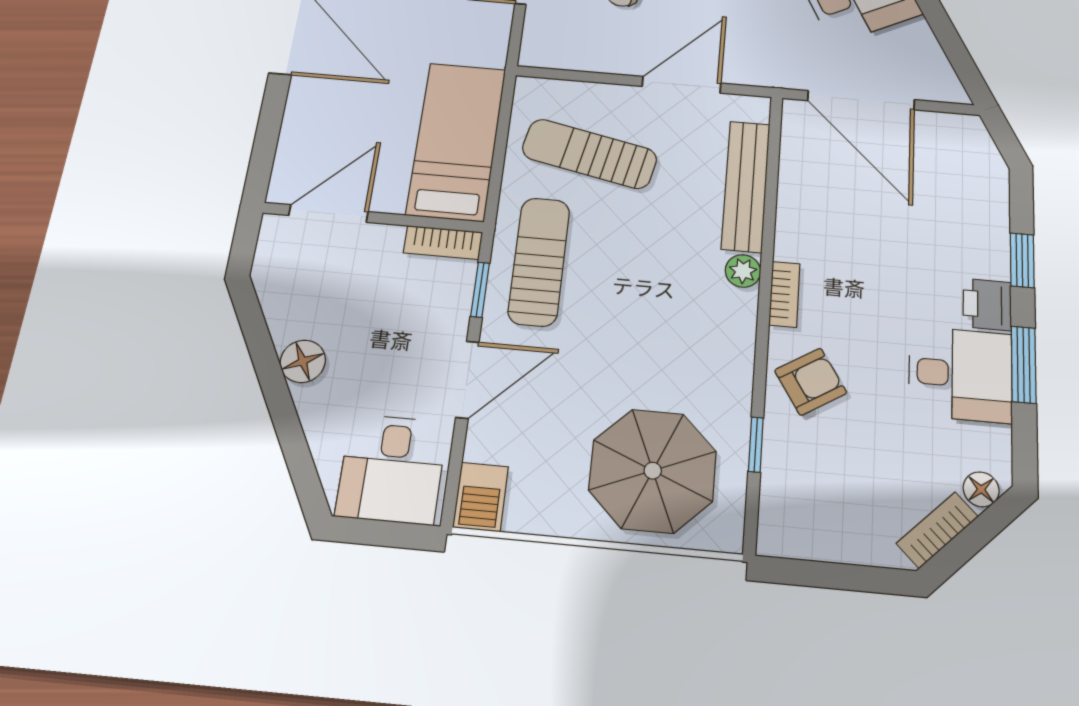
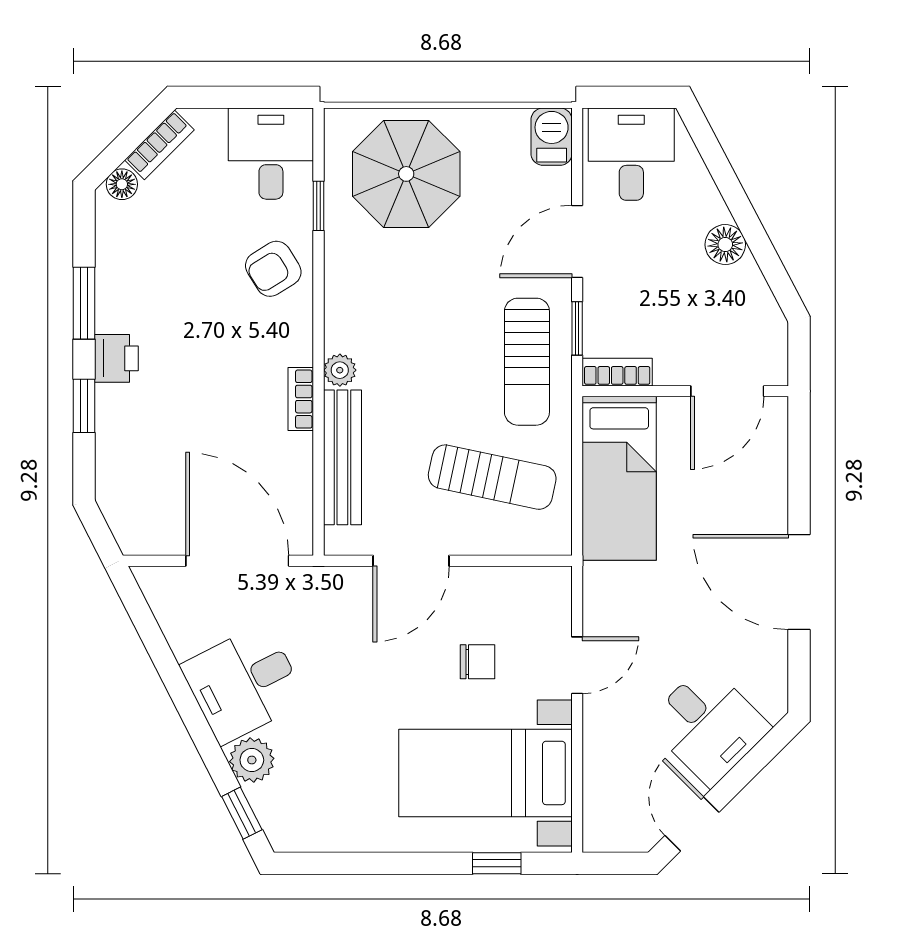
bookcase: (784, 294) -> (301, 399), moved
desk: (960, 374) -> (271, 154), moved, turned 90

